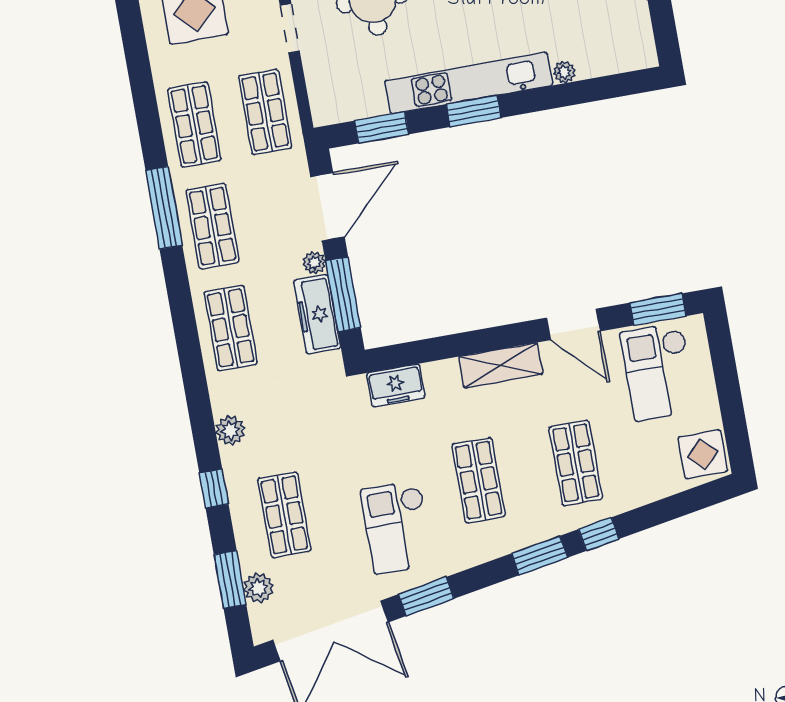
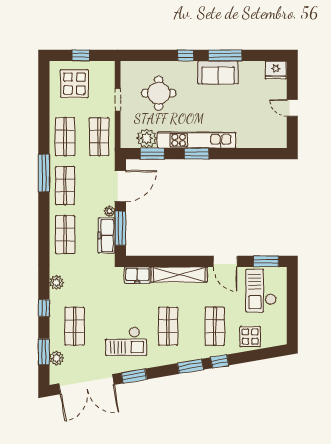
plant: (564, 72) -> (147, 138), moved, width x1.87, depth x1.87
shelving: (501, 365) -> (179, 275), width x1.47
display table: (703, 454) -> (250, 337), moved
checkout: (397, 527) -> (126, 341), turned -90

